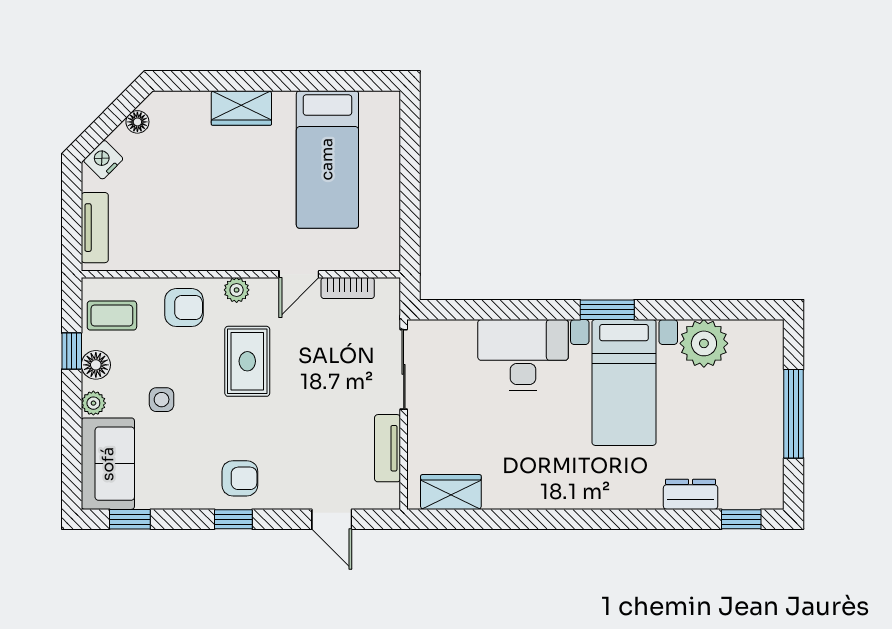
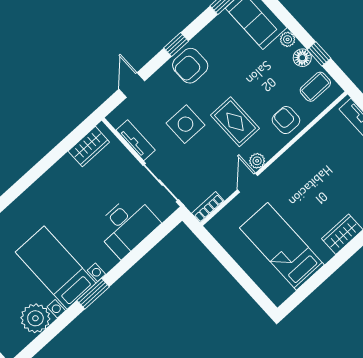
bookcase: (348, 288) -> (208, 207), moved
plant: (237, 290) -> (257, 161), moved
armchair: (184, 308) -> (286, 120), turned 90
desk: (523, 355) -> (127, 226), moved
side table: (162, 400) -> (185, 124), moved, width x1.87, depth x1.87
armchair: (240, 478) -> (190, 66), width x1.38, depth x1.38
door: (332, 519) -> (132, 85), hinge flipped

